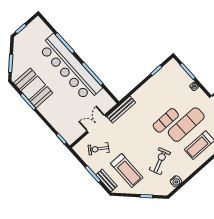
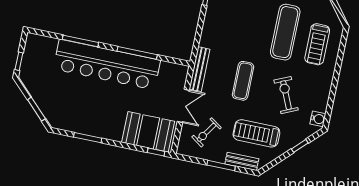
booth: (33, 88) -> (148, 132), moved
exercise mat: (166, 120) -> (243, 81), moved
double door: (96, 124) -> (183, 106), swing flipped
treadmill: (127, 171) -> (256, 133), turned 180
water cooler: (176, 181) -> (318, 119), moved

